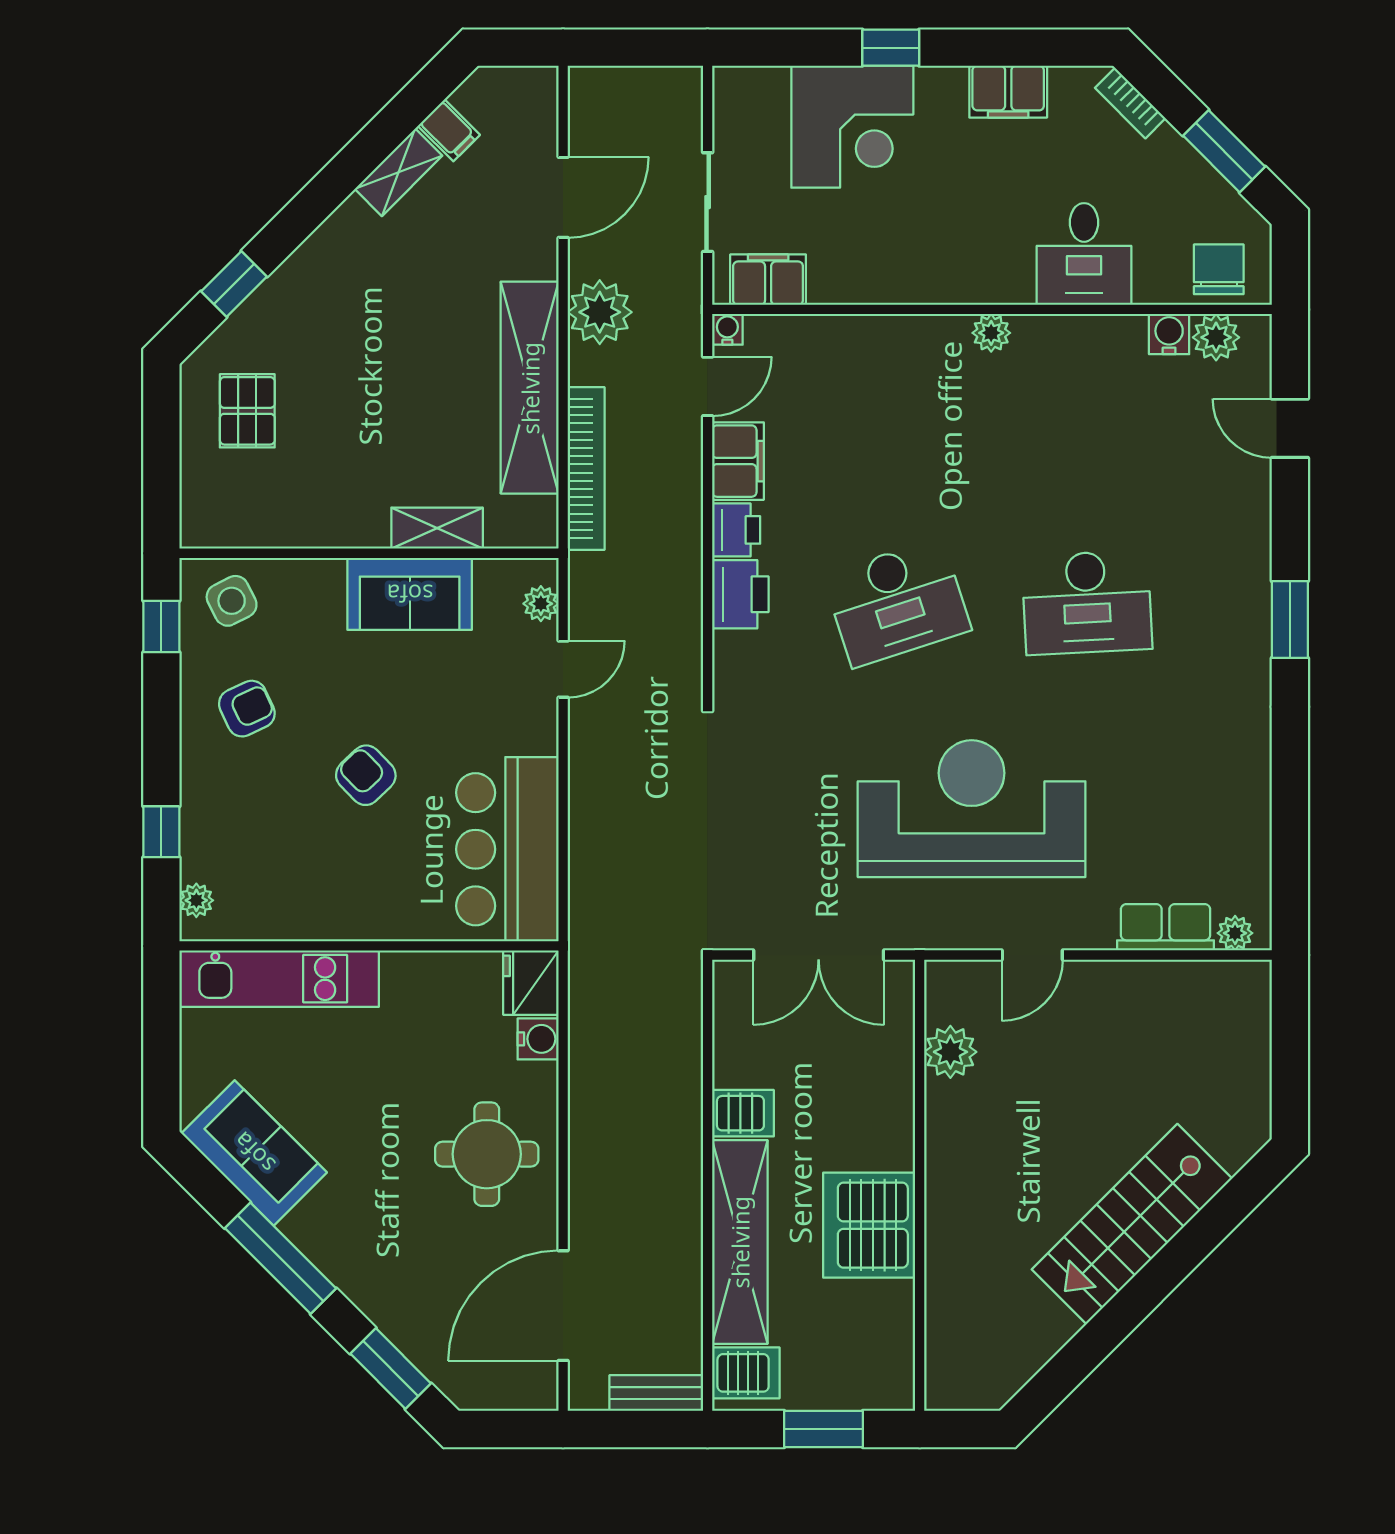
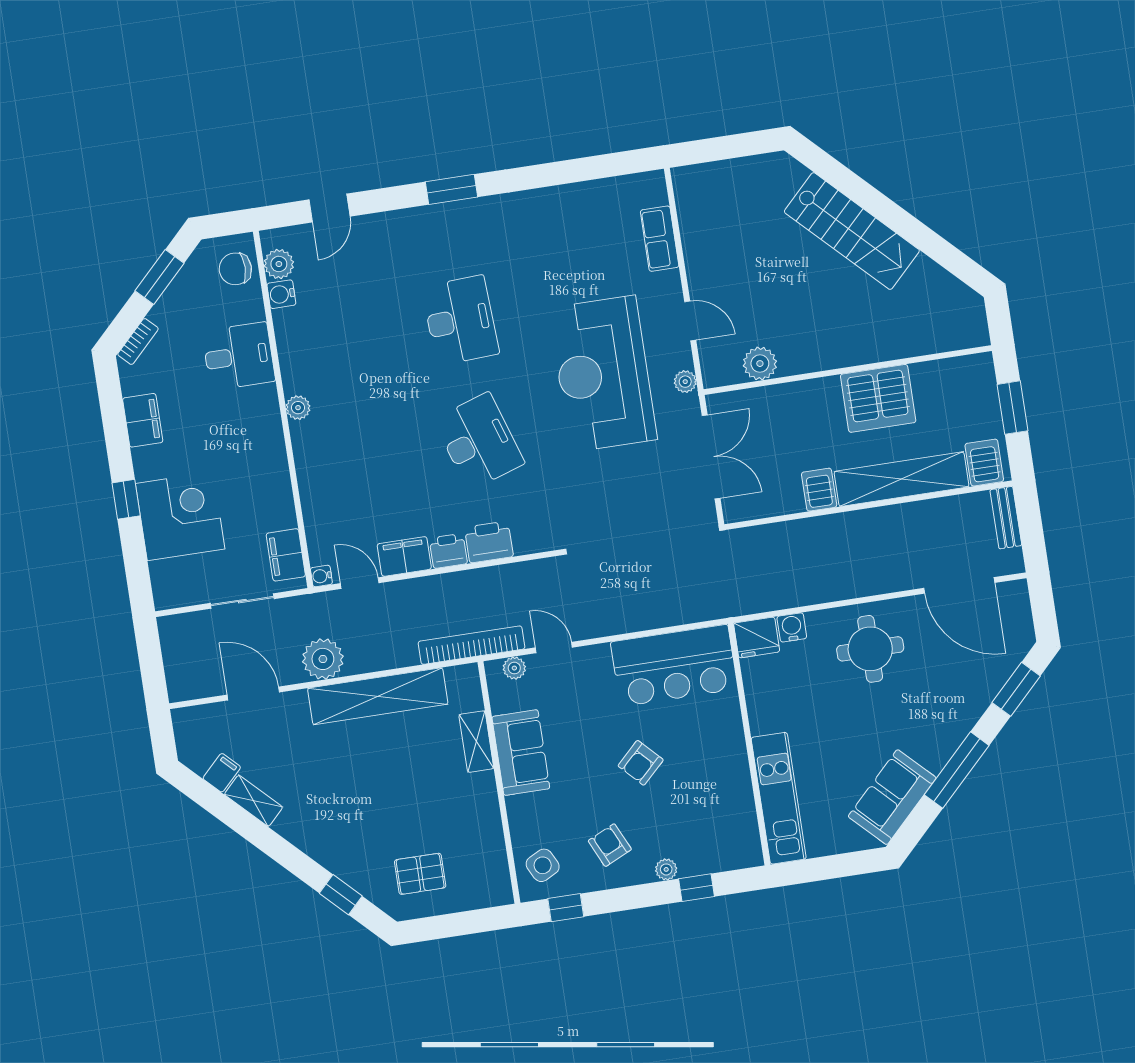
bookcase: (586, 468) -> (472, 645), moved
plant: (196, 900) -> (666, 869), moved
plant: (1235, 933) -> (685, 382), moved

